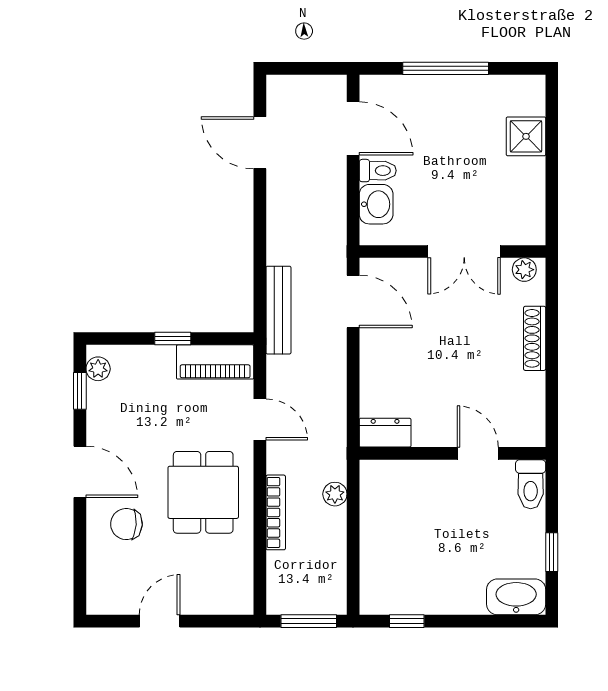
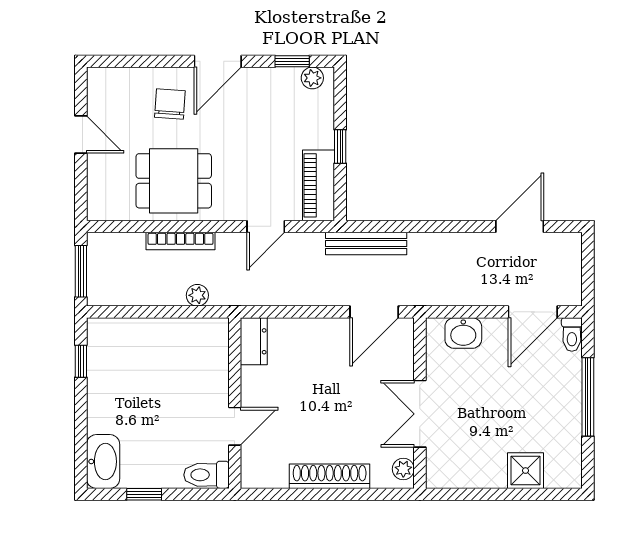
toilet: (378, 171) -> (572, 335), moved
shoe rack: (535, 338) -> (330, 476), width x1.36, depth x1.24
dining table: (203, 492) -> (174, 181), moved

